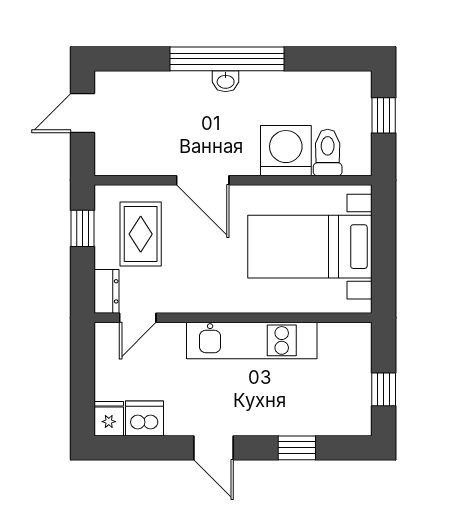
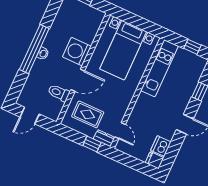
door: (82, 113) -> (30, 115), hinge flipped
washing machine: (286, 151) -> (77, 52), moved
toilet: (328, 152) -> (59, 93), moved
window: (82, 228) -> (92, 144), moved
kitchen unit: (252, 340) -> (159, 68), moved

